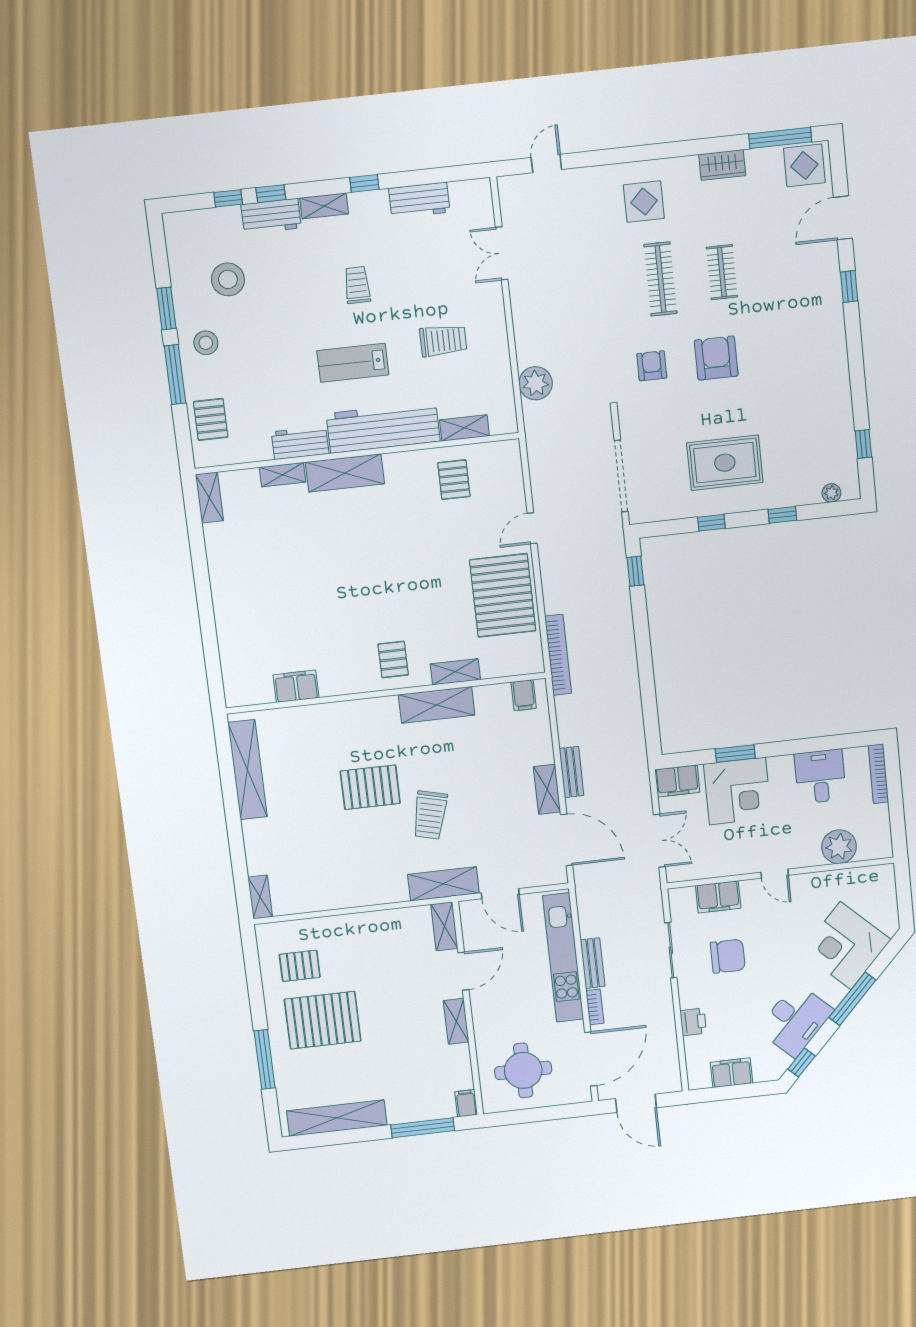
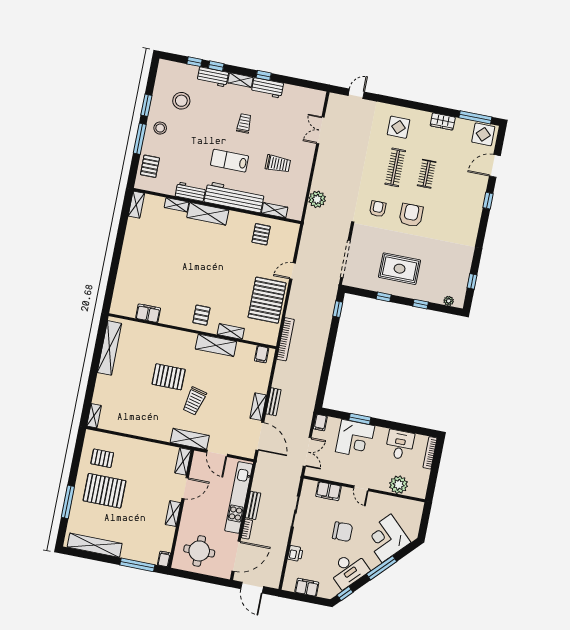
workbench: (419, 200) -> (267, 88), moved
filing cabinet: (677, 781) -> (320, 423), width x0.50
chair: (728, 956) -> (343, 532), moved

